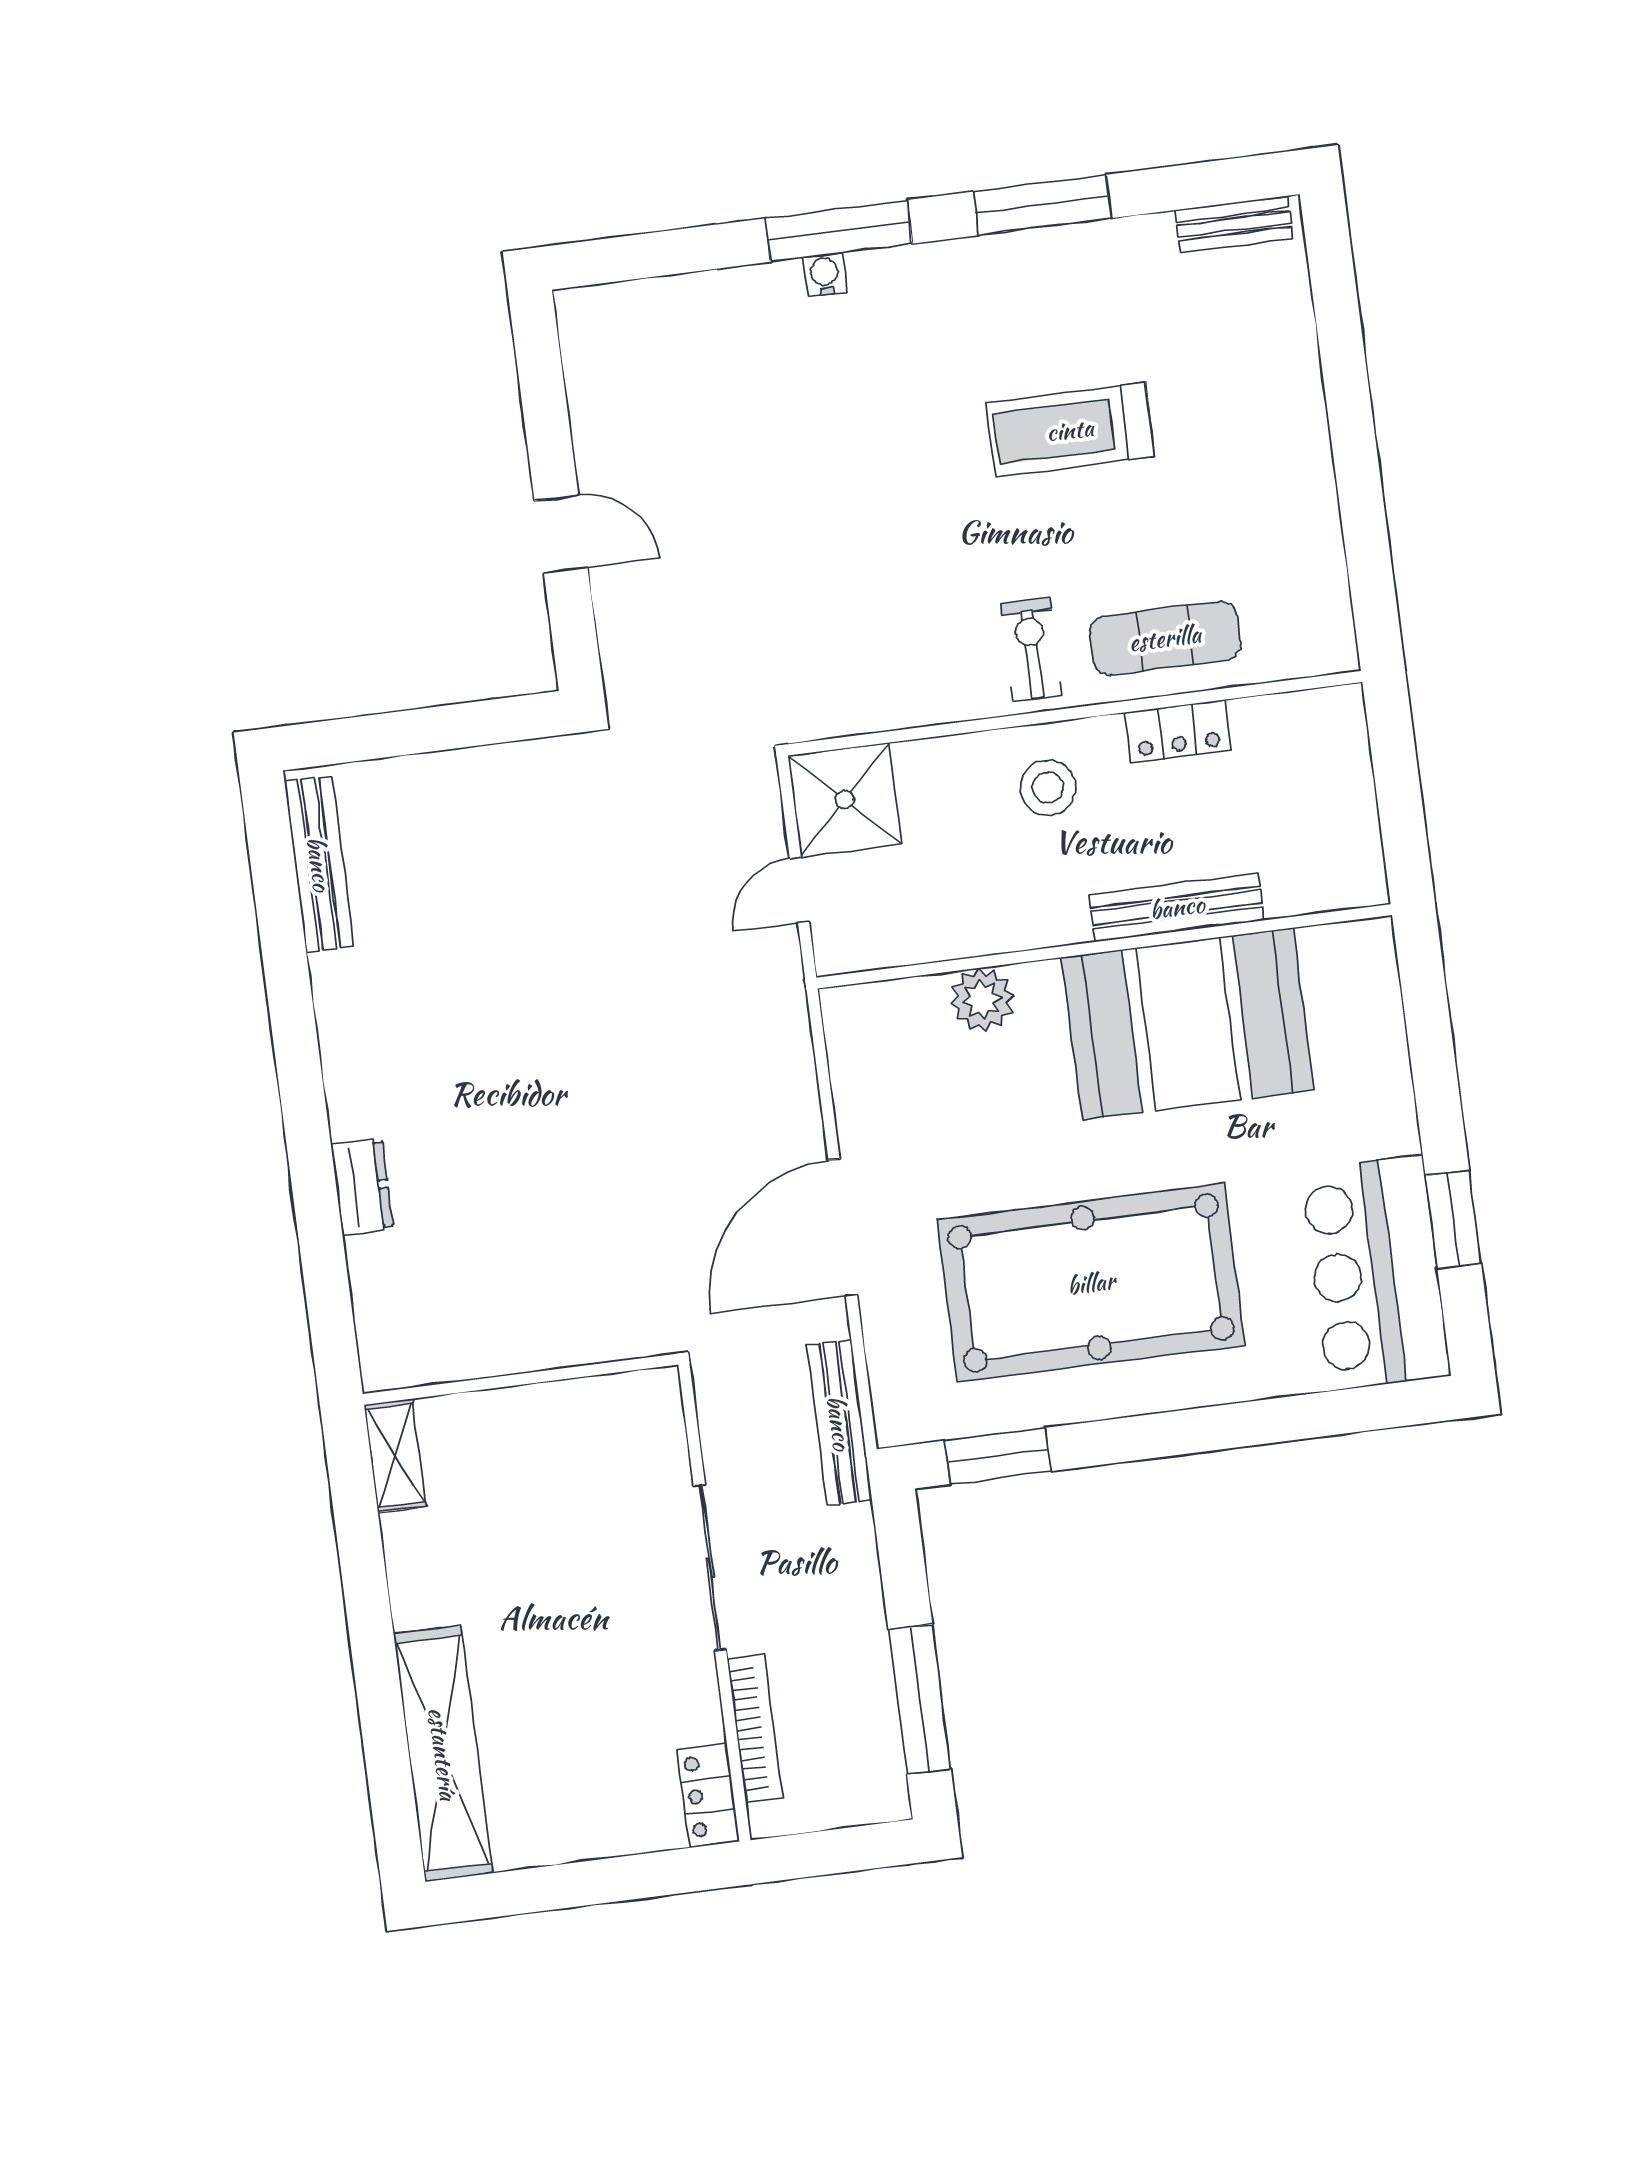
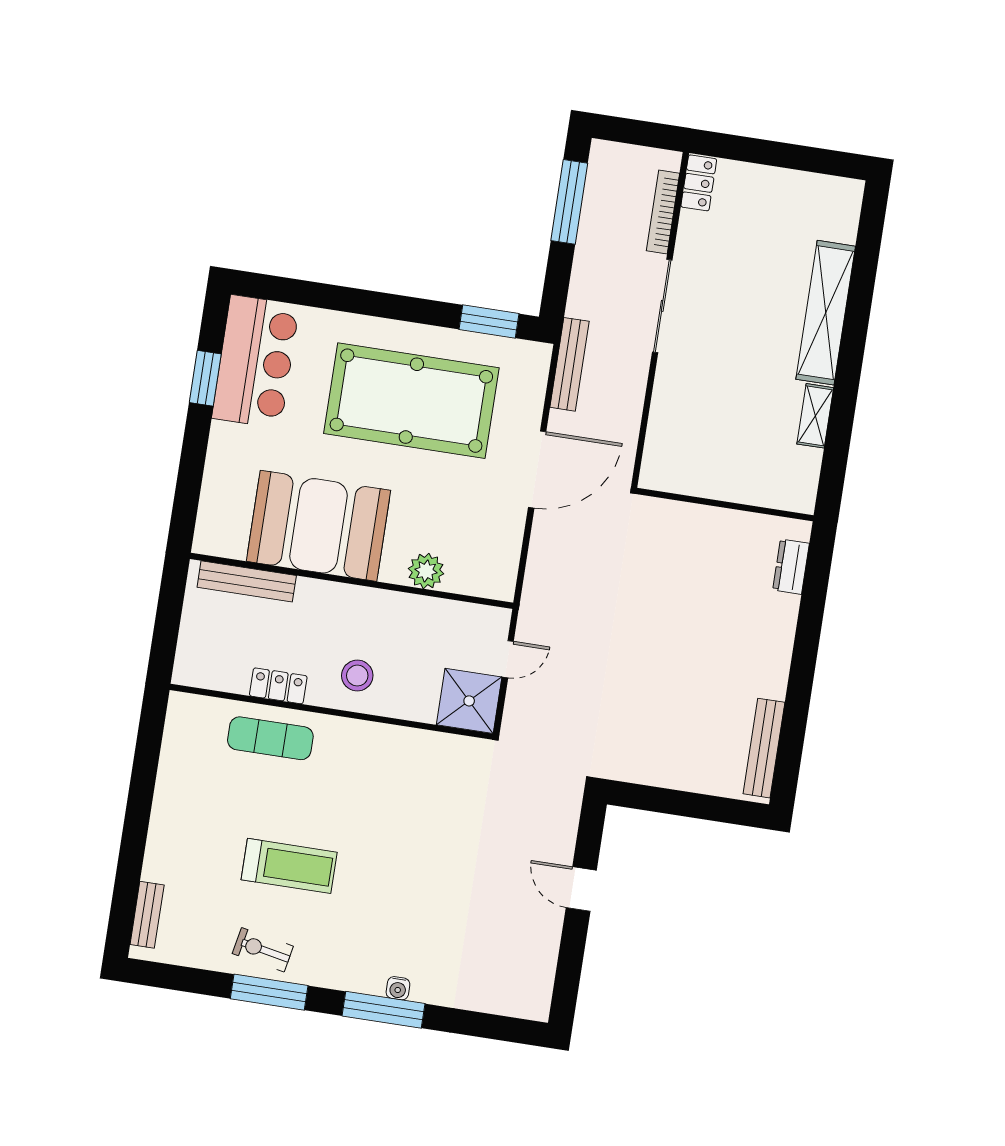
bench: (1234, 224) -> (147, 915), moved, turned 90
exercise bike: (1032, 649) -> (263, 950), moved, turned 101
bench: (1177, 907) -> (247, 581), moved
wall: (521, 1379) -> (725, 505), moved
shelving: (443, 1754) -> (826, 313), moved

